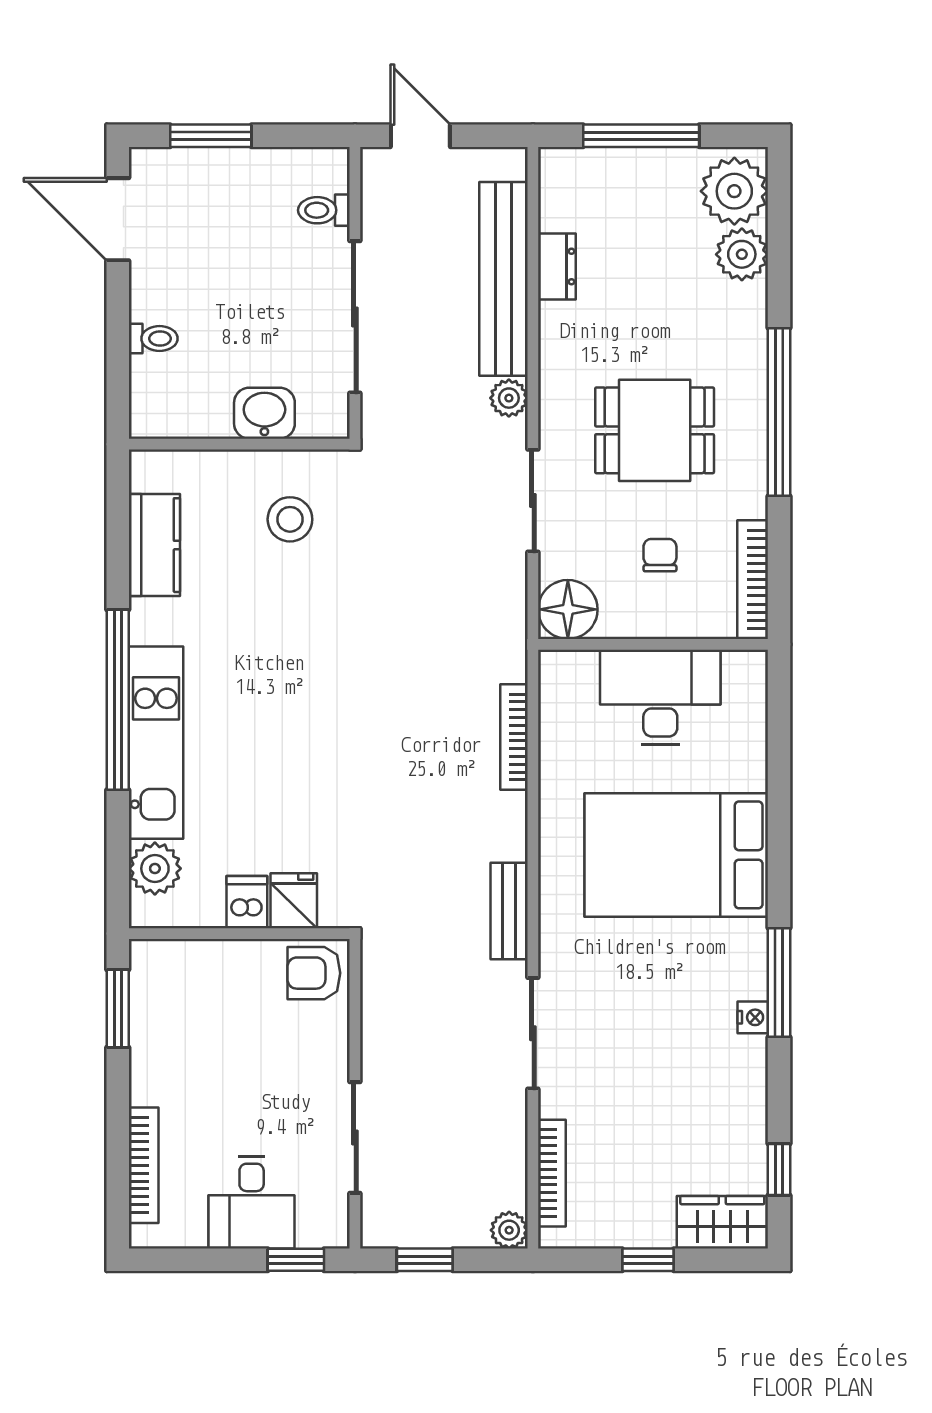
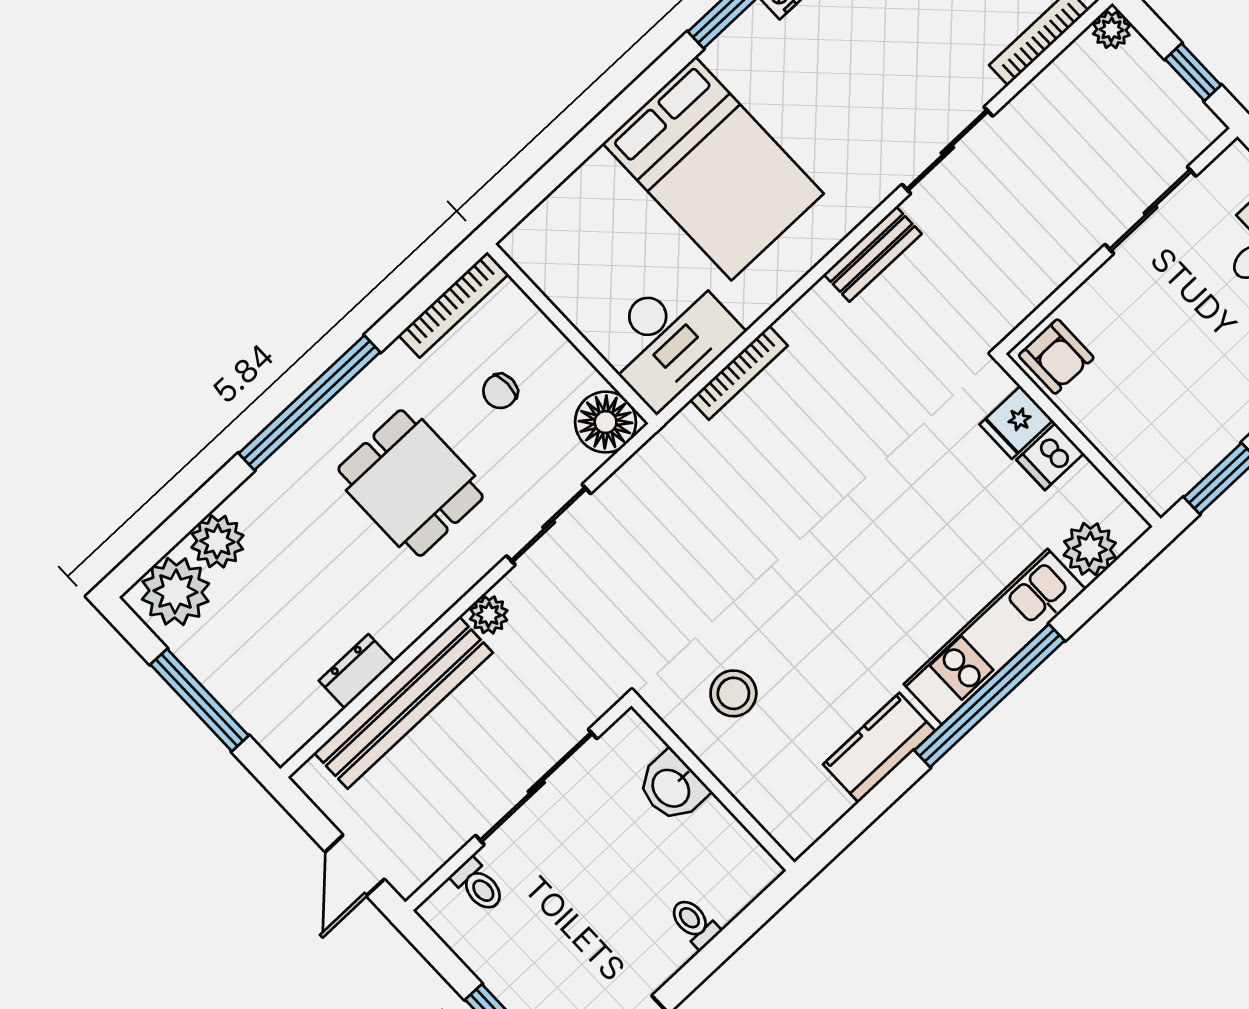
kitchen counter: (154, 545) -> (879, 748), moved
desk: (660, 697) -> (668, 338), moved, turned -90

